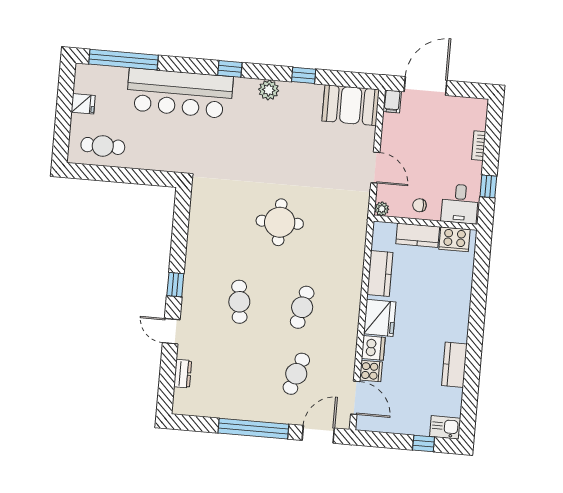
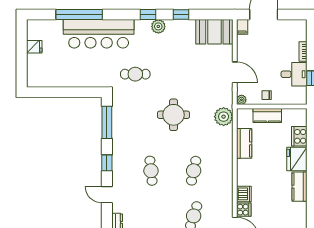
window: (124, 60) -> (79, 15), moved
window: (230, 69) -> (148, 15), moved
cafe table: (103, 146) -> (135, 74), moved
desk: (460, 204) -> (294, 74), moved, turned -90
window: (181, 225) -> (107, 122), added
plant: (353, 231) -> (224, 117), added
cooker: (455, 239) -> (299, 136), moved, turned 90
fridge: (380, 318) -> (297, 159), moved, turned 180
kitchen counter: (454, 365) -> (300, 187), moved

